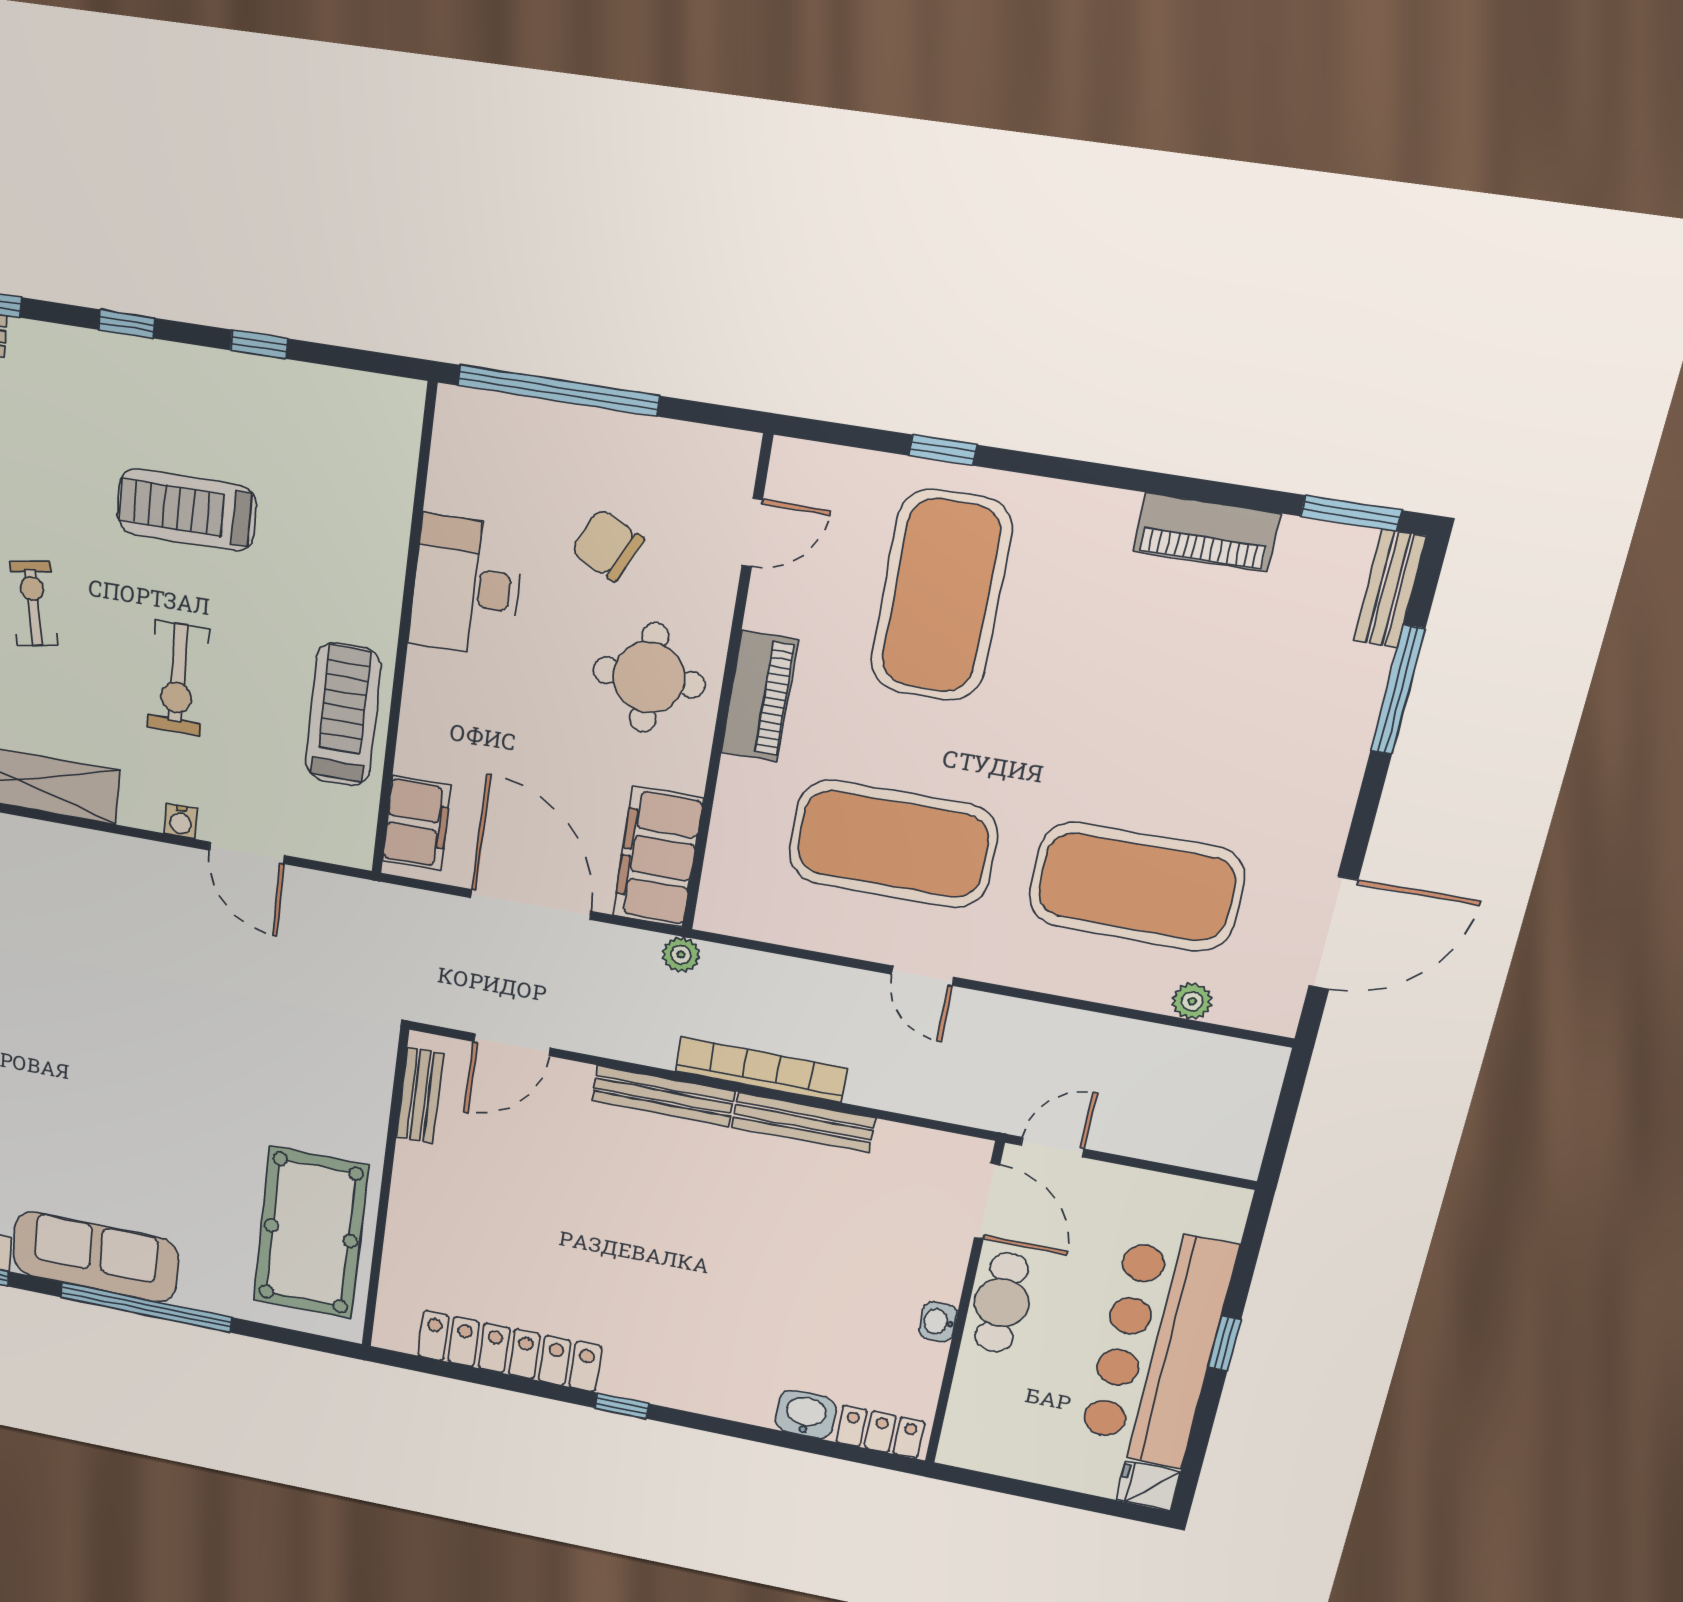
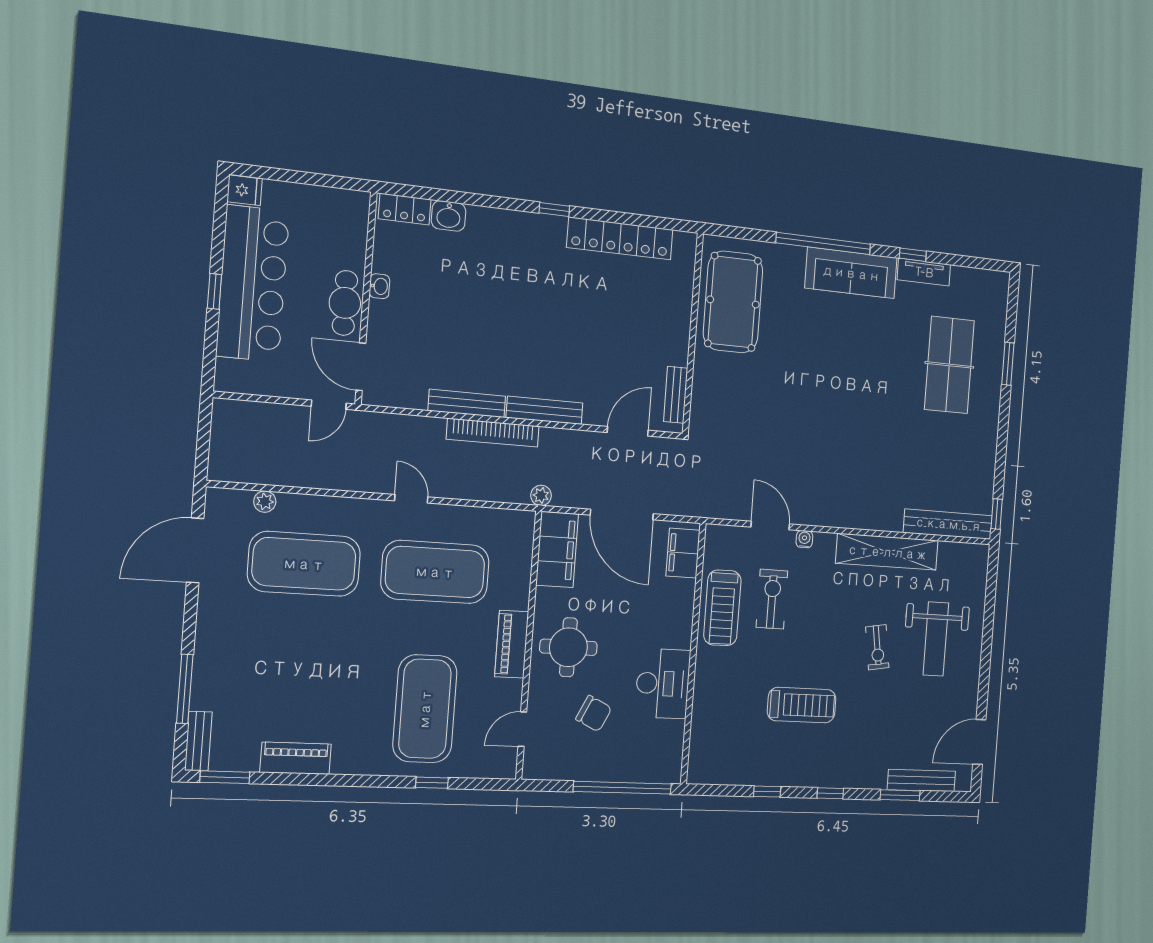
exercise bike: (178, 678) -> (772, 599), moved

